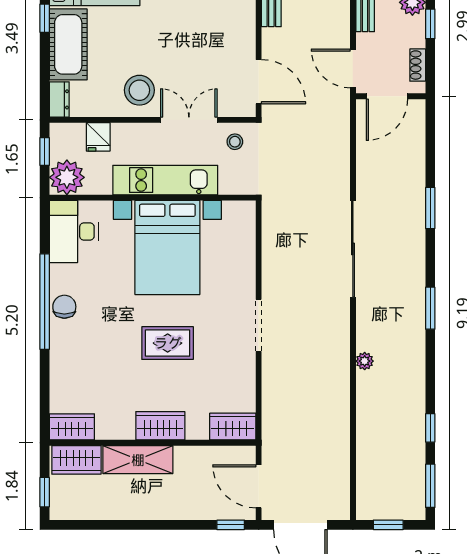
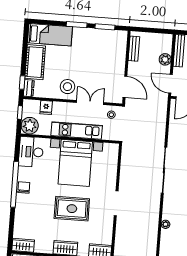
window: (45, 18) -> (22, 83), moved
plant: (338, 18) -> (165, 59), added
rug: (168, 343) -> (72, 209), width x1.36, depth x1.43

